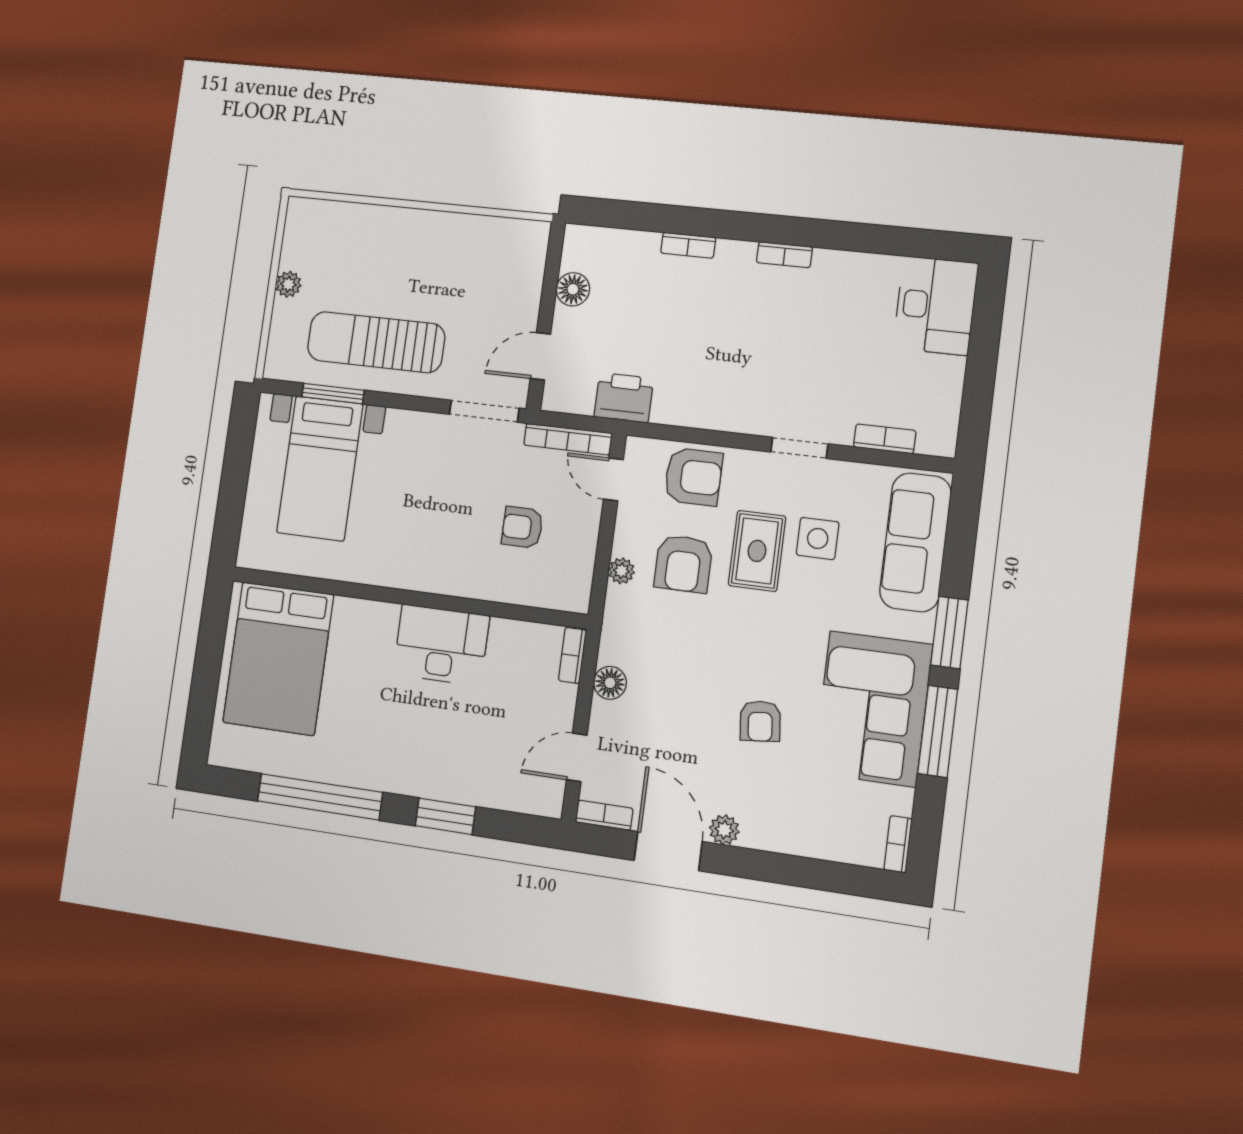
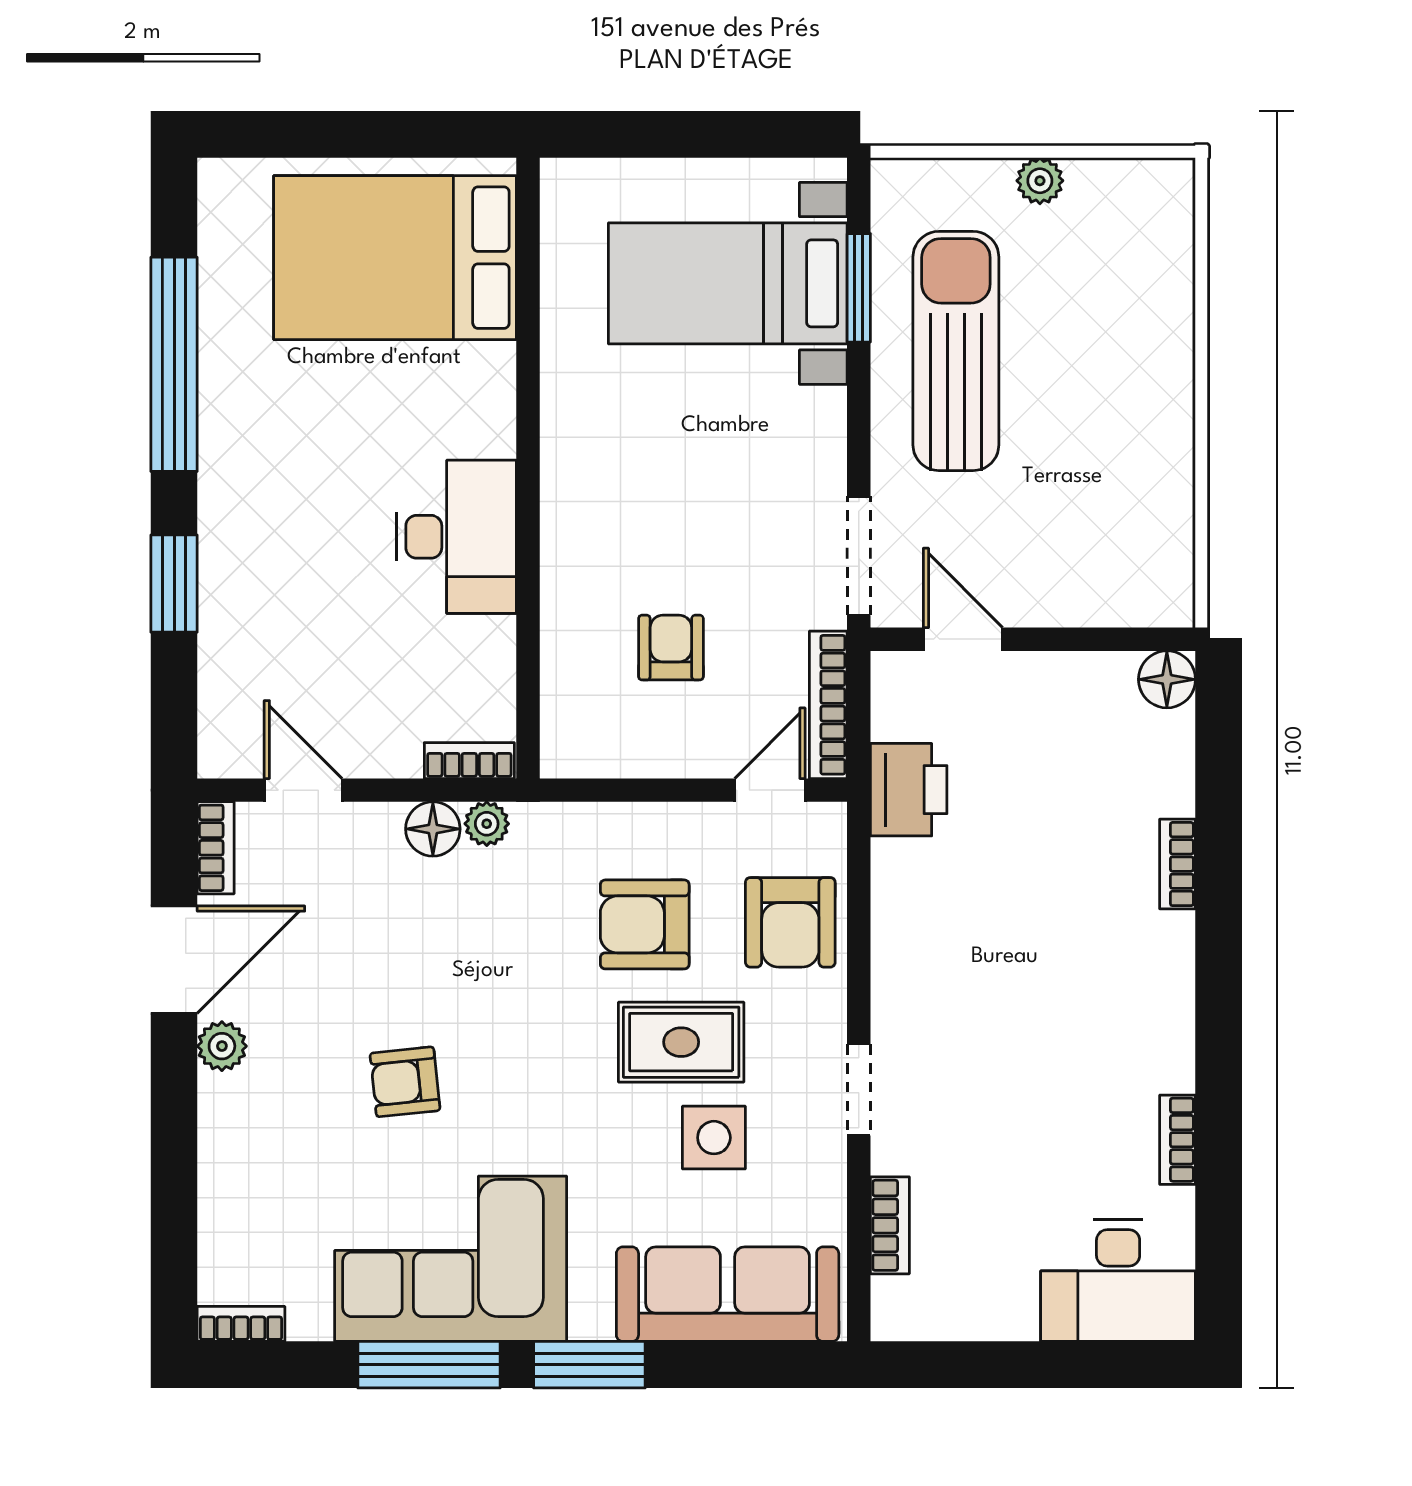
bookcase: (784, 255) -> (1178, 1140), moved
floor lamp: (573, 289) -> (1167, 679), moved
plant: (621, 571) -> (487, 824), moved

